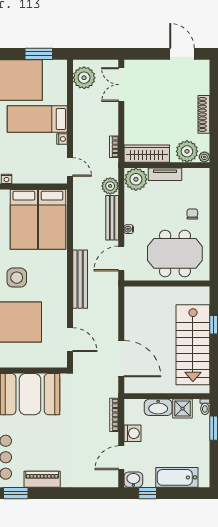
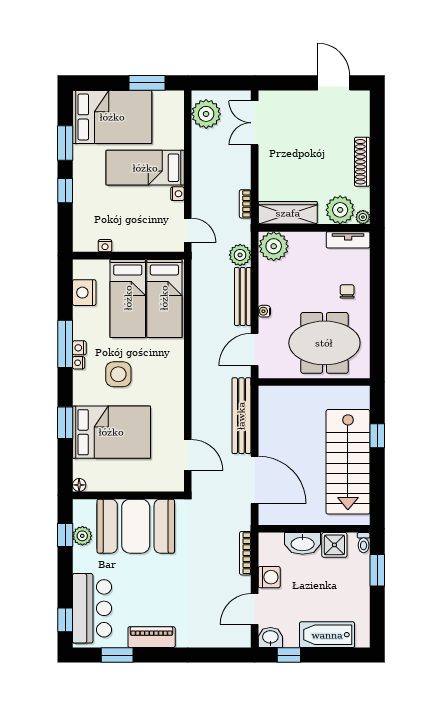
tv unit: (165, 174) -> (348, 240), moved
bench: (80, 279) -> (241, 416), moved

